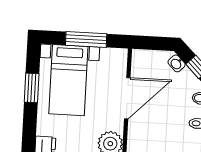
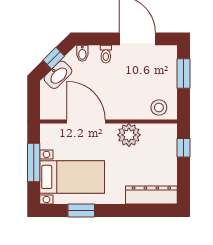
washbasin: (177, 63) -> (58, 75), width x1.91, depth x1.45

